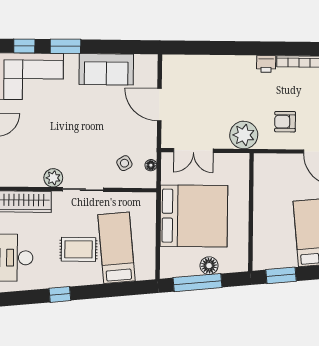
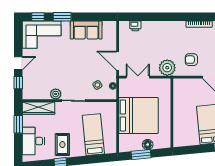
printer: (266, 64) -> (135, 26), moved
door: (159, 105) -> (118, 61), moved
double door: (193, 150) -> (138, 77), swing flipped
rug: (78, 249) -> (62, 145), moved, turned 90
window: (281, 275) -> (190, 150), removed
window: (198, 283) -> (141, 155), width x0.69

